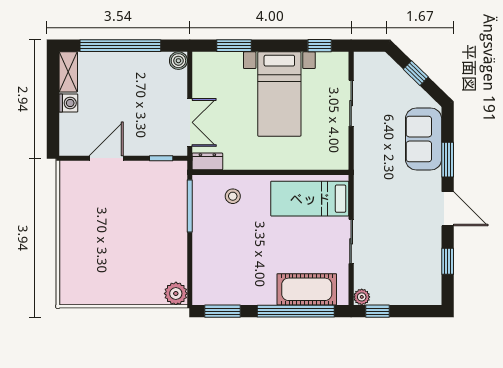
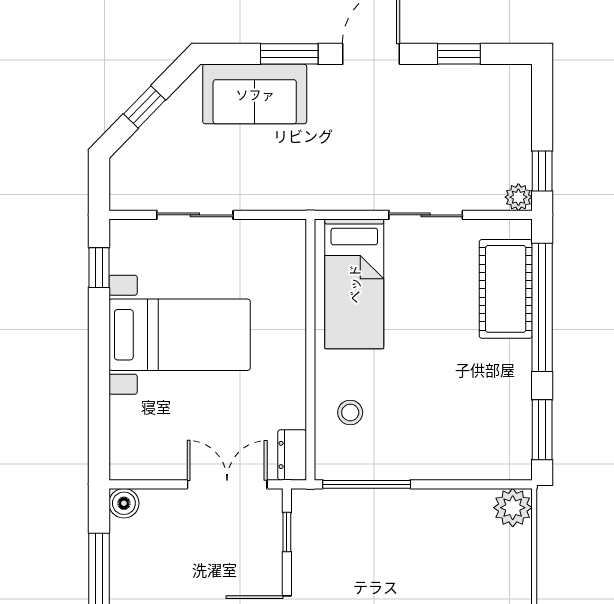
window: (234, 46) -> (99, 411), removed

